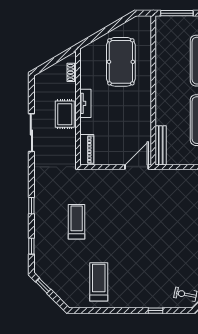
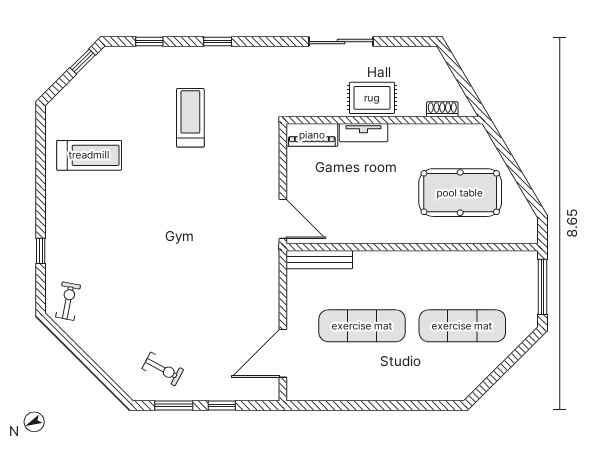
tv unit: (85, 103) -> (364, 133), moved
treadmill: (77, 222) -> (190, 118), turned -90

